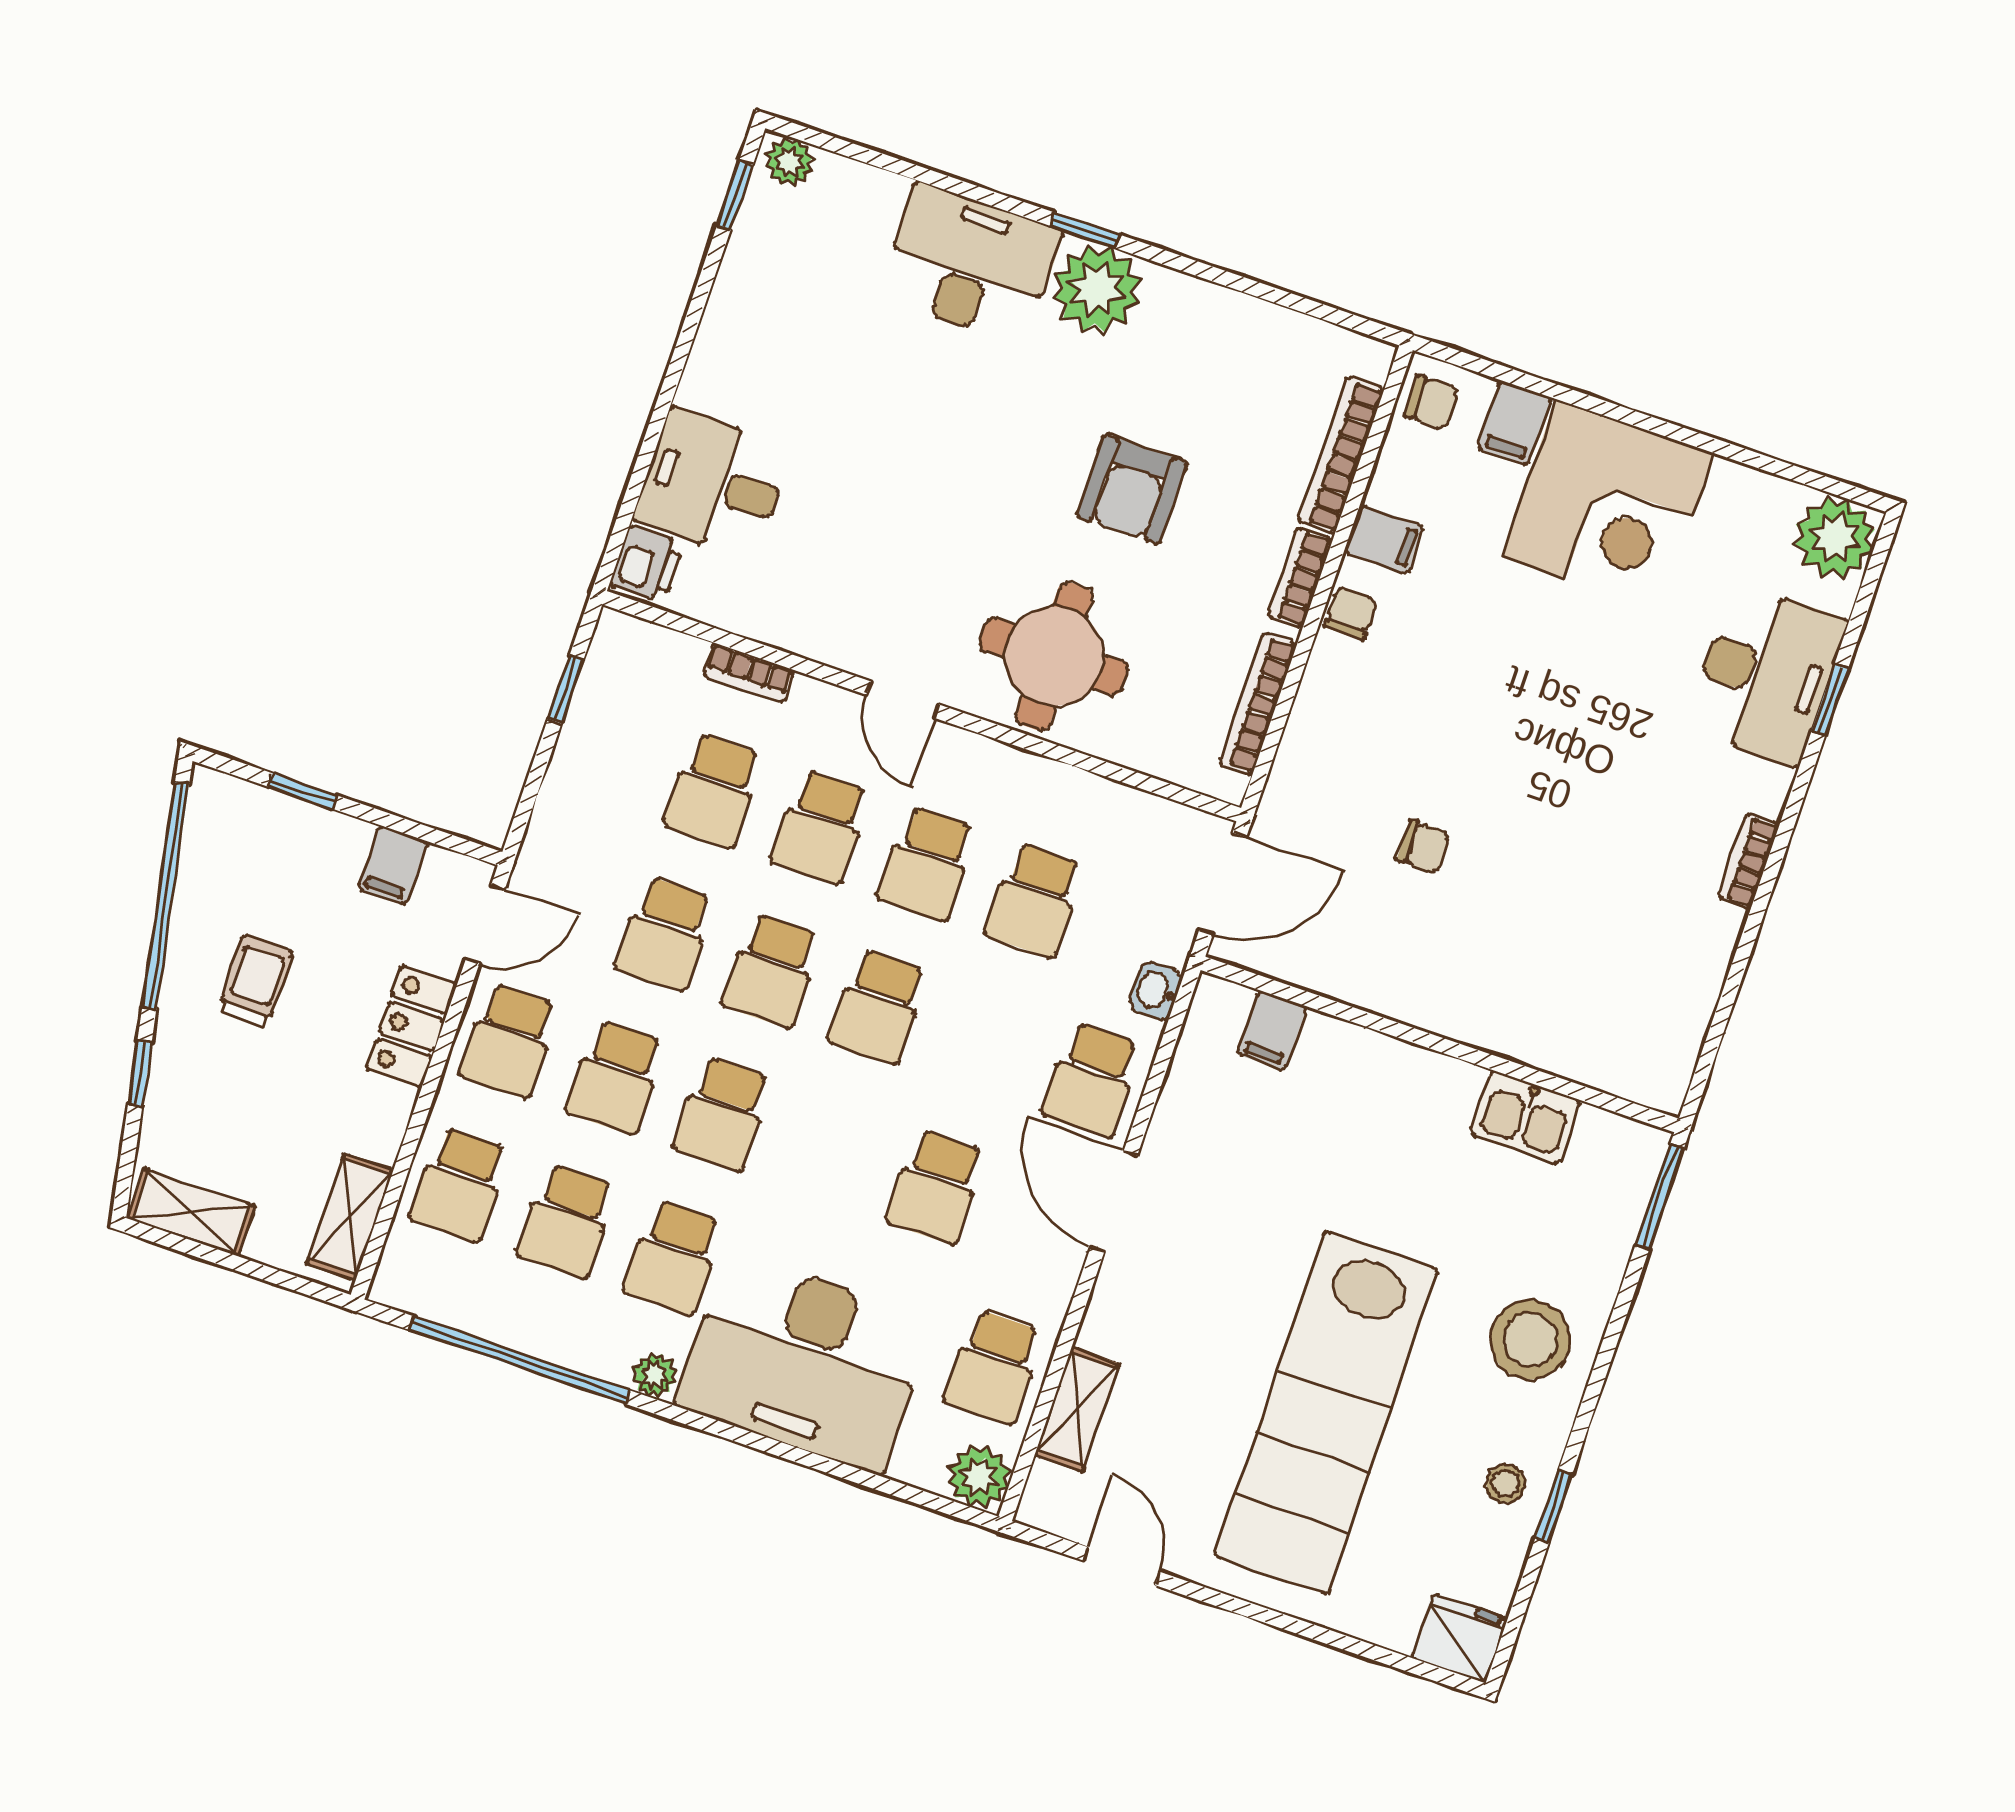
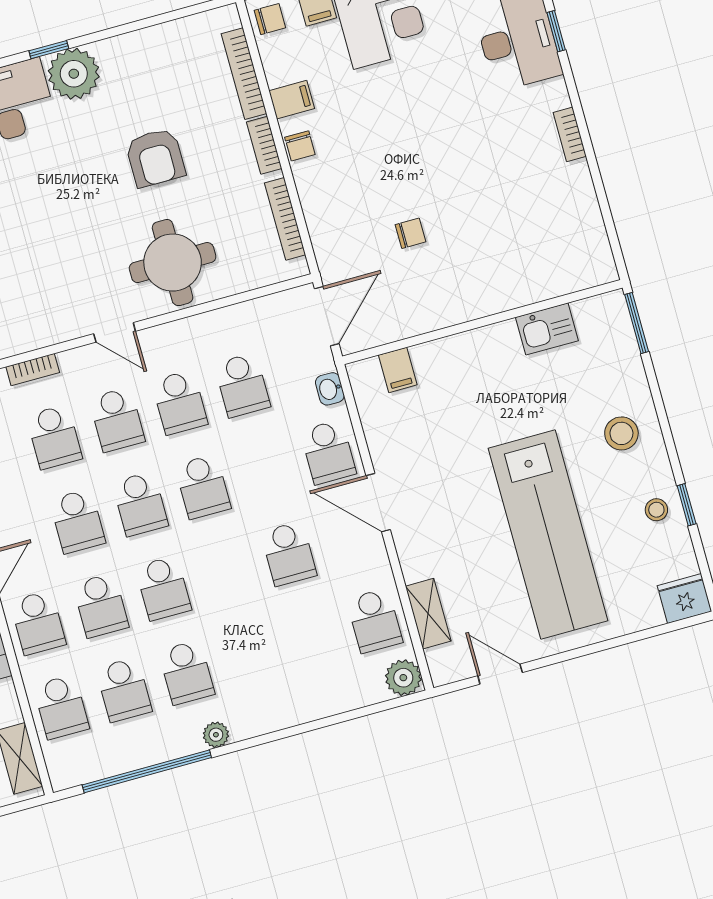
chair: (1351, 614) -> (300, 146), turned 180
stool: (1530, 1340) -> (621, 433), width x0.73, depth x0.73
desk: (805, 1363) -> (283, 680), removed

